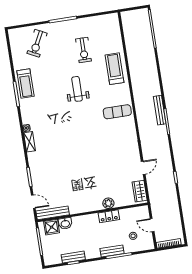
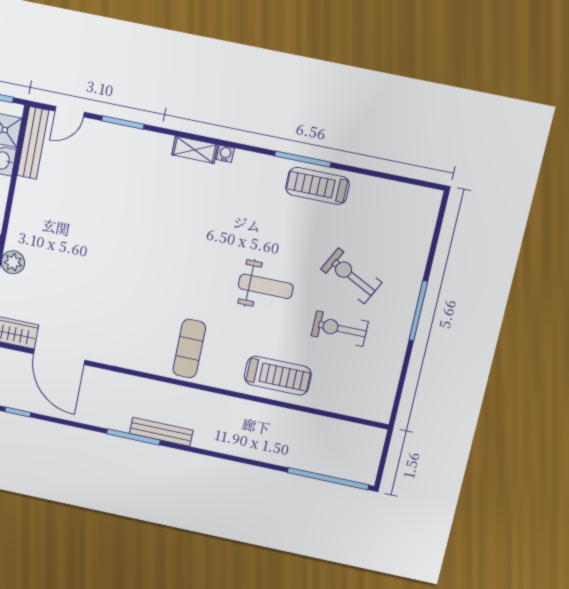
exercise bike: (37, 43) -> (351, 276), moved
door: (143, 168) -> (59, 357), width x1.87

